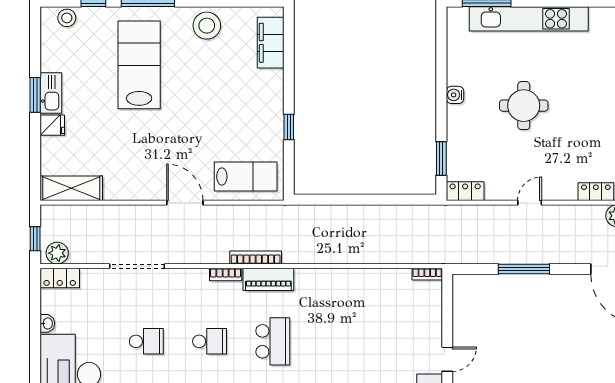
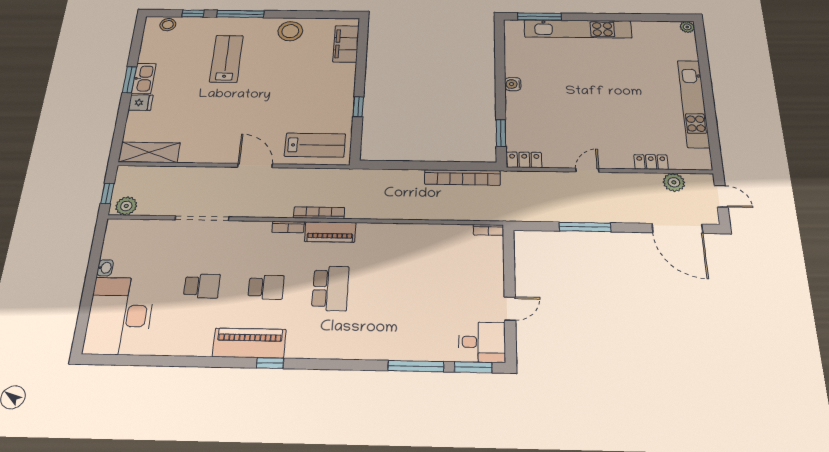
lab bench: (139, 65) -> (226, 59), width x0.73, depth x0.72
round table: (524, 106) -> (577, 93), removed
bookcase: (401, 213) -> (462, 177), added
locker: (60, 278) -> (125, 227), removed

